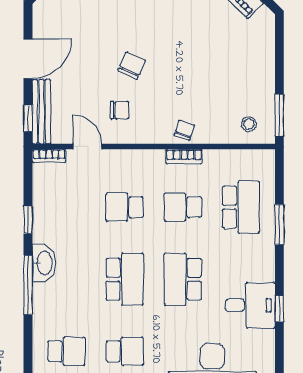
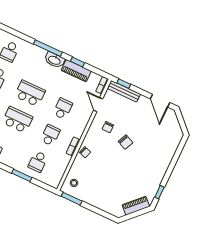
door: (28, 59) -> (160, 101), moved
door: (87, 147) -> (98, 105), swing flipped
school desk: (241, 207) -> (38, 162), width x0.54
piano: (45, 215) -> (76, 71), added
school desk: (125, 279) -> (30, 93), turned 180

